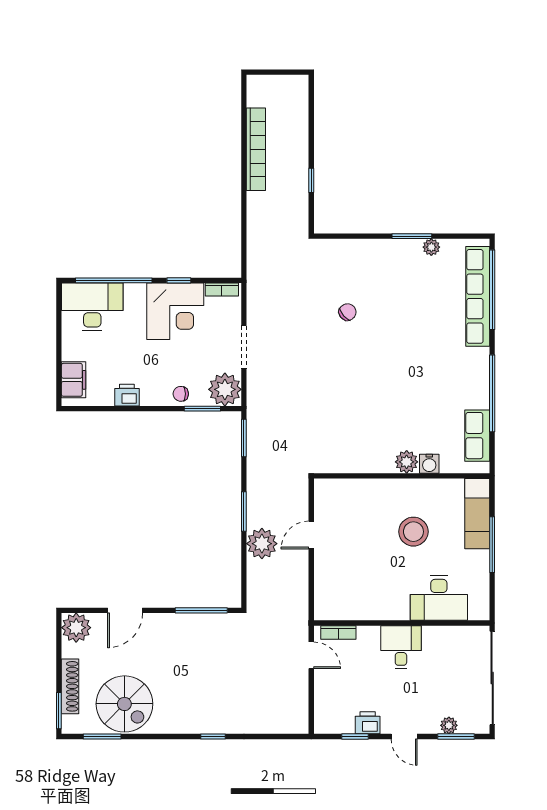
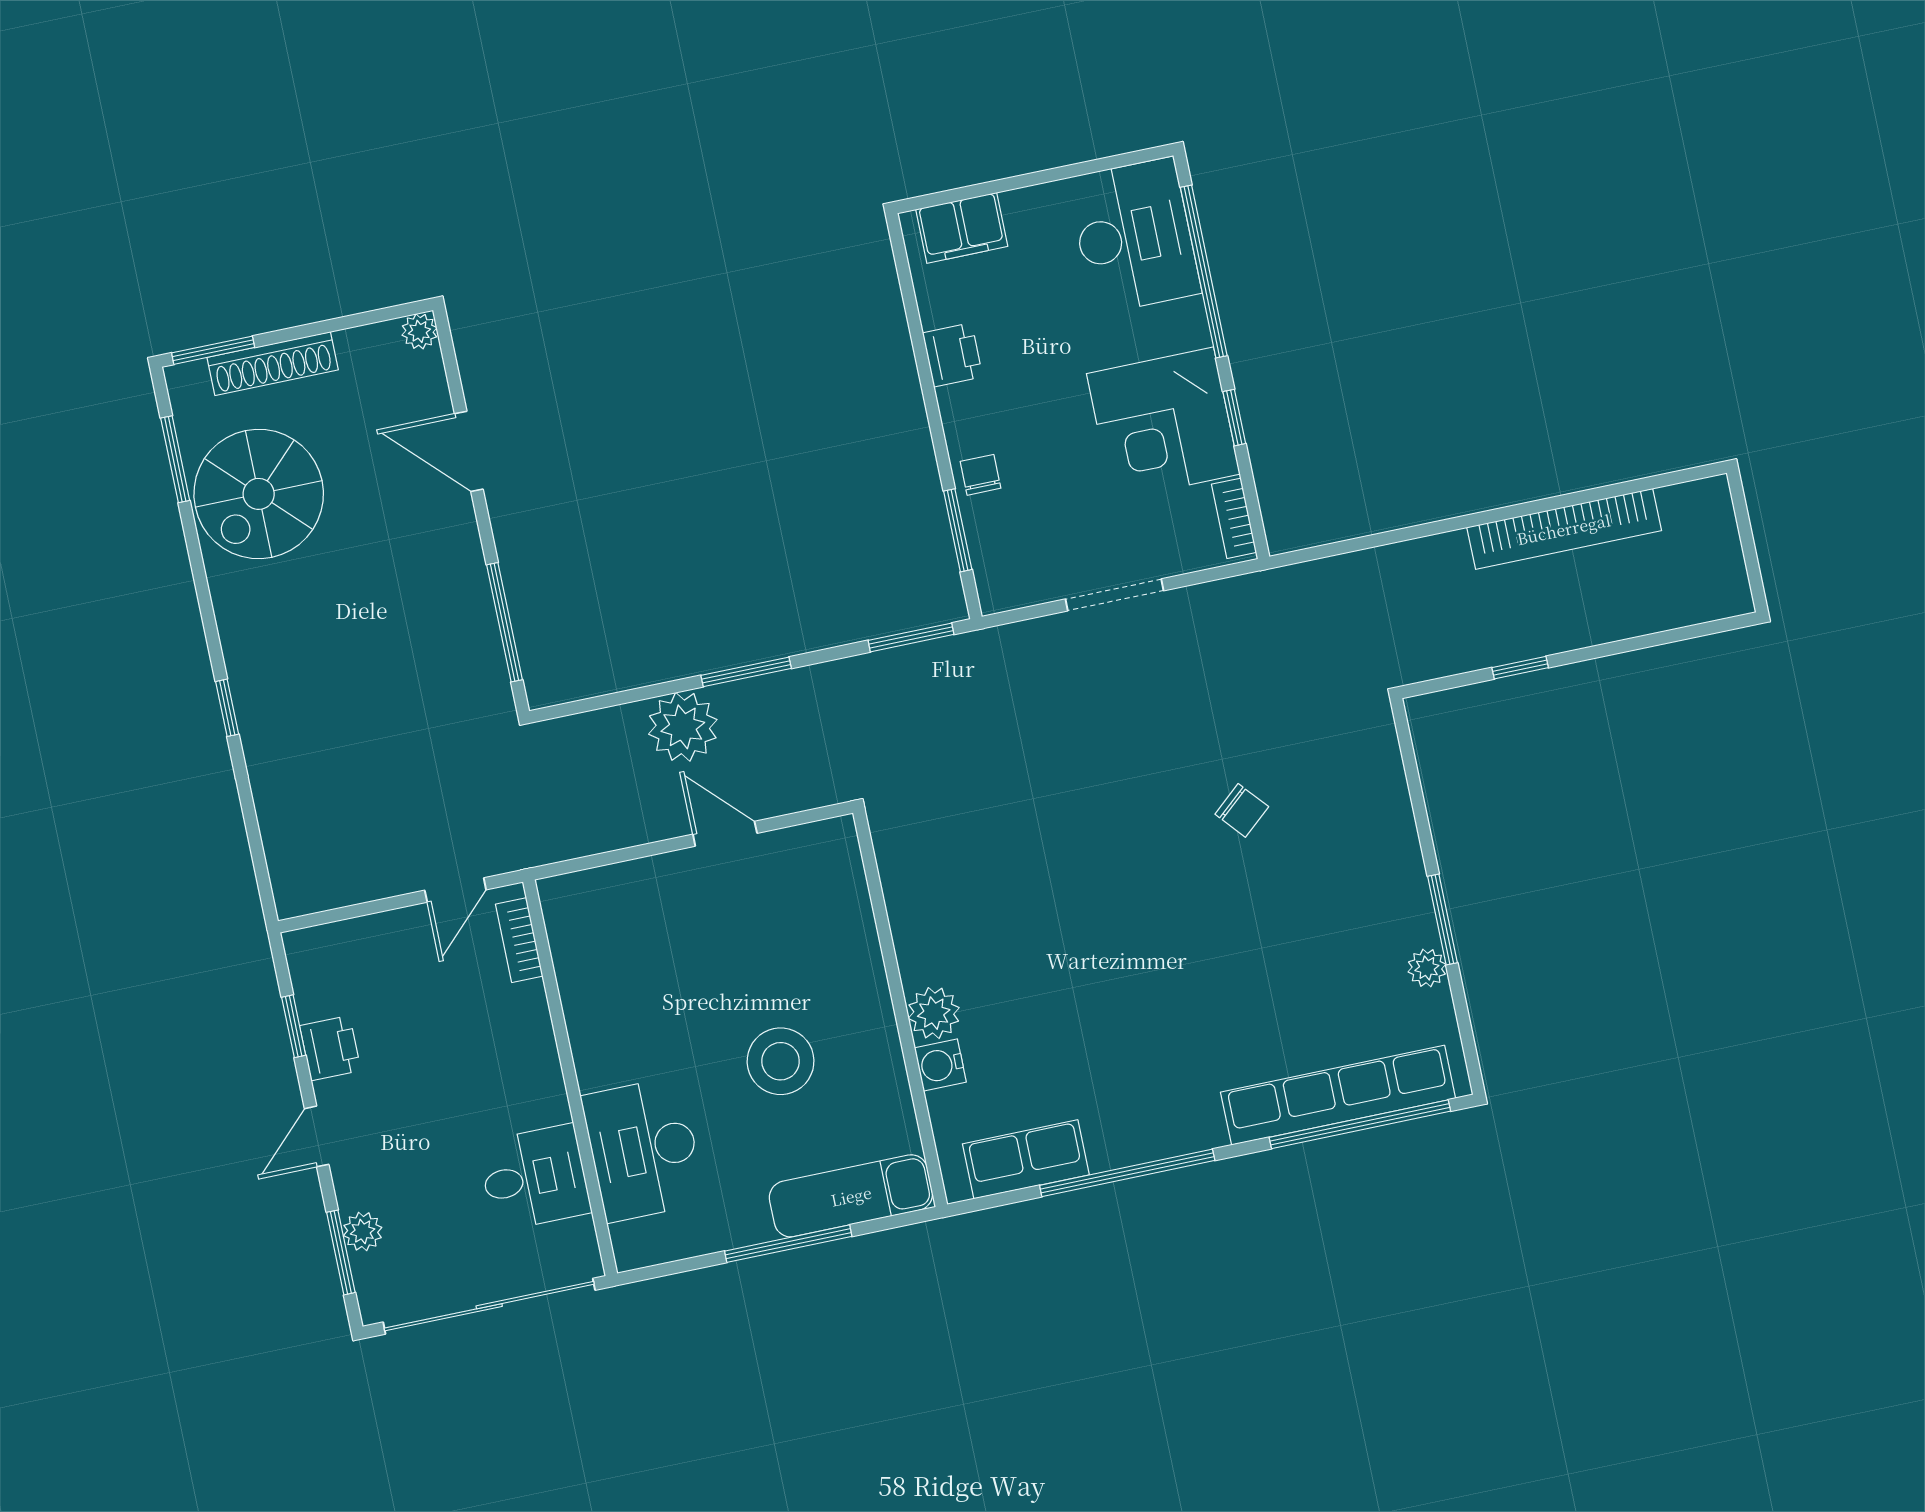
plant: (225, 389) -> (1011, 572), removed
plant: (76, 628) -> (419, 331), width x0.53, depth x0.53
desk: (401, 647) -> (534, 1178), moved

